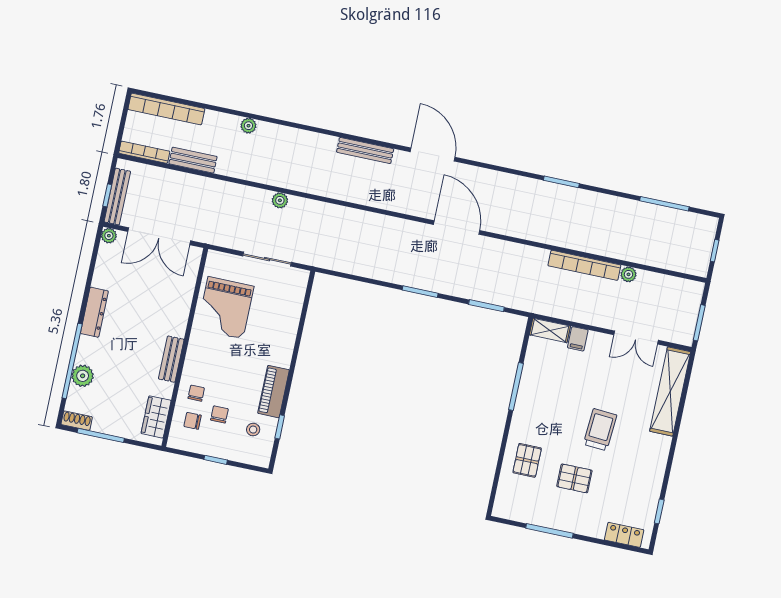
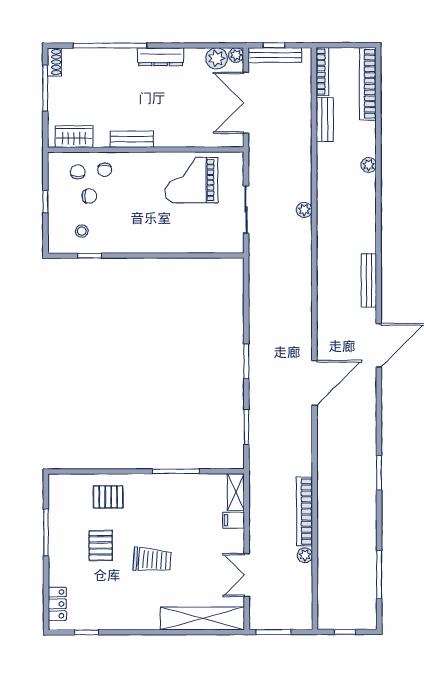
plant: (83, 376) -> (216, 58), moved
piano: (274, 392) -> (122, 243), removed
chair: (196, 393) -> (105, 170), turned 90

